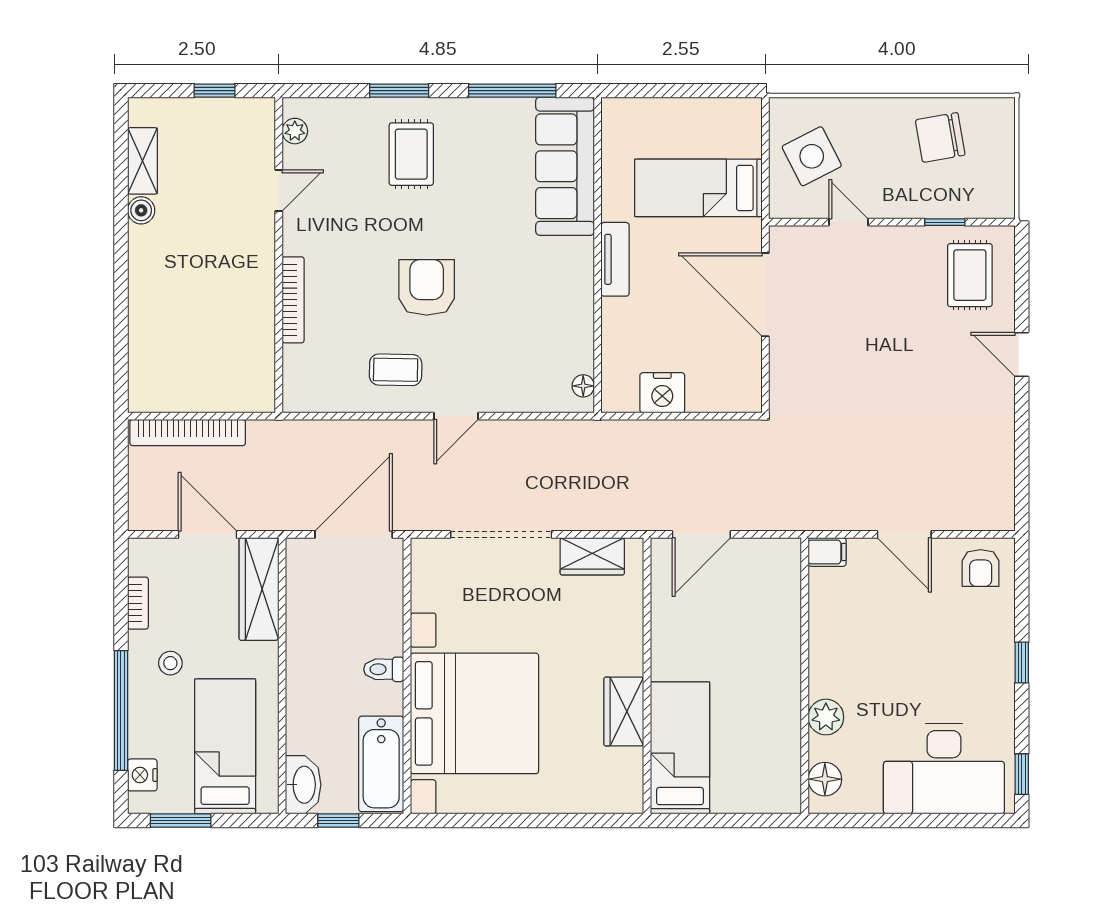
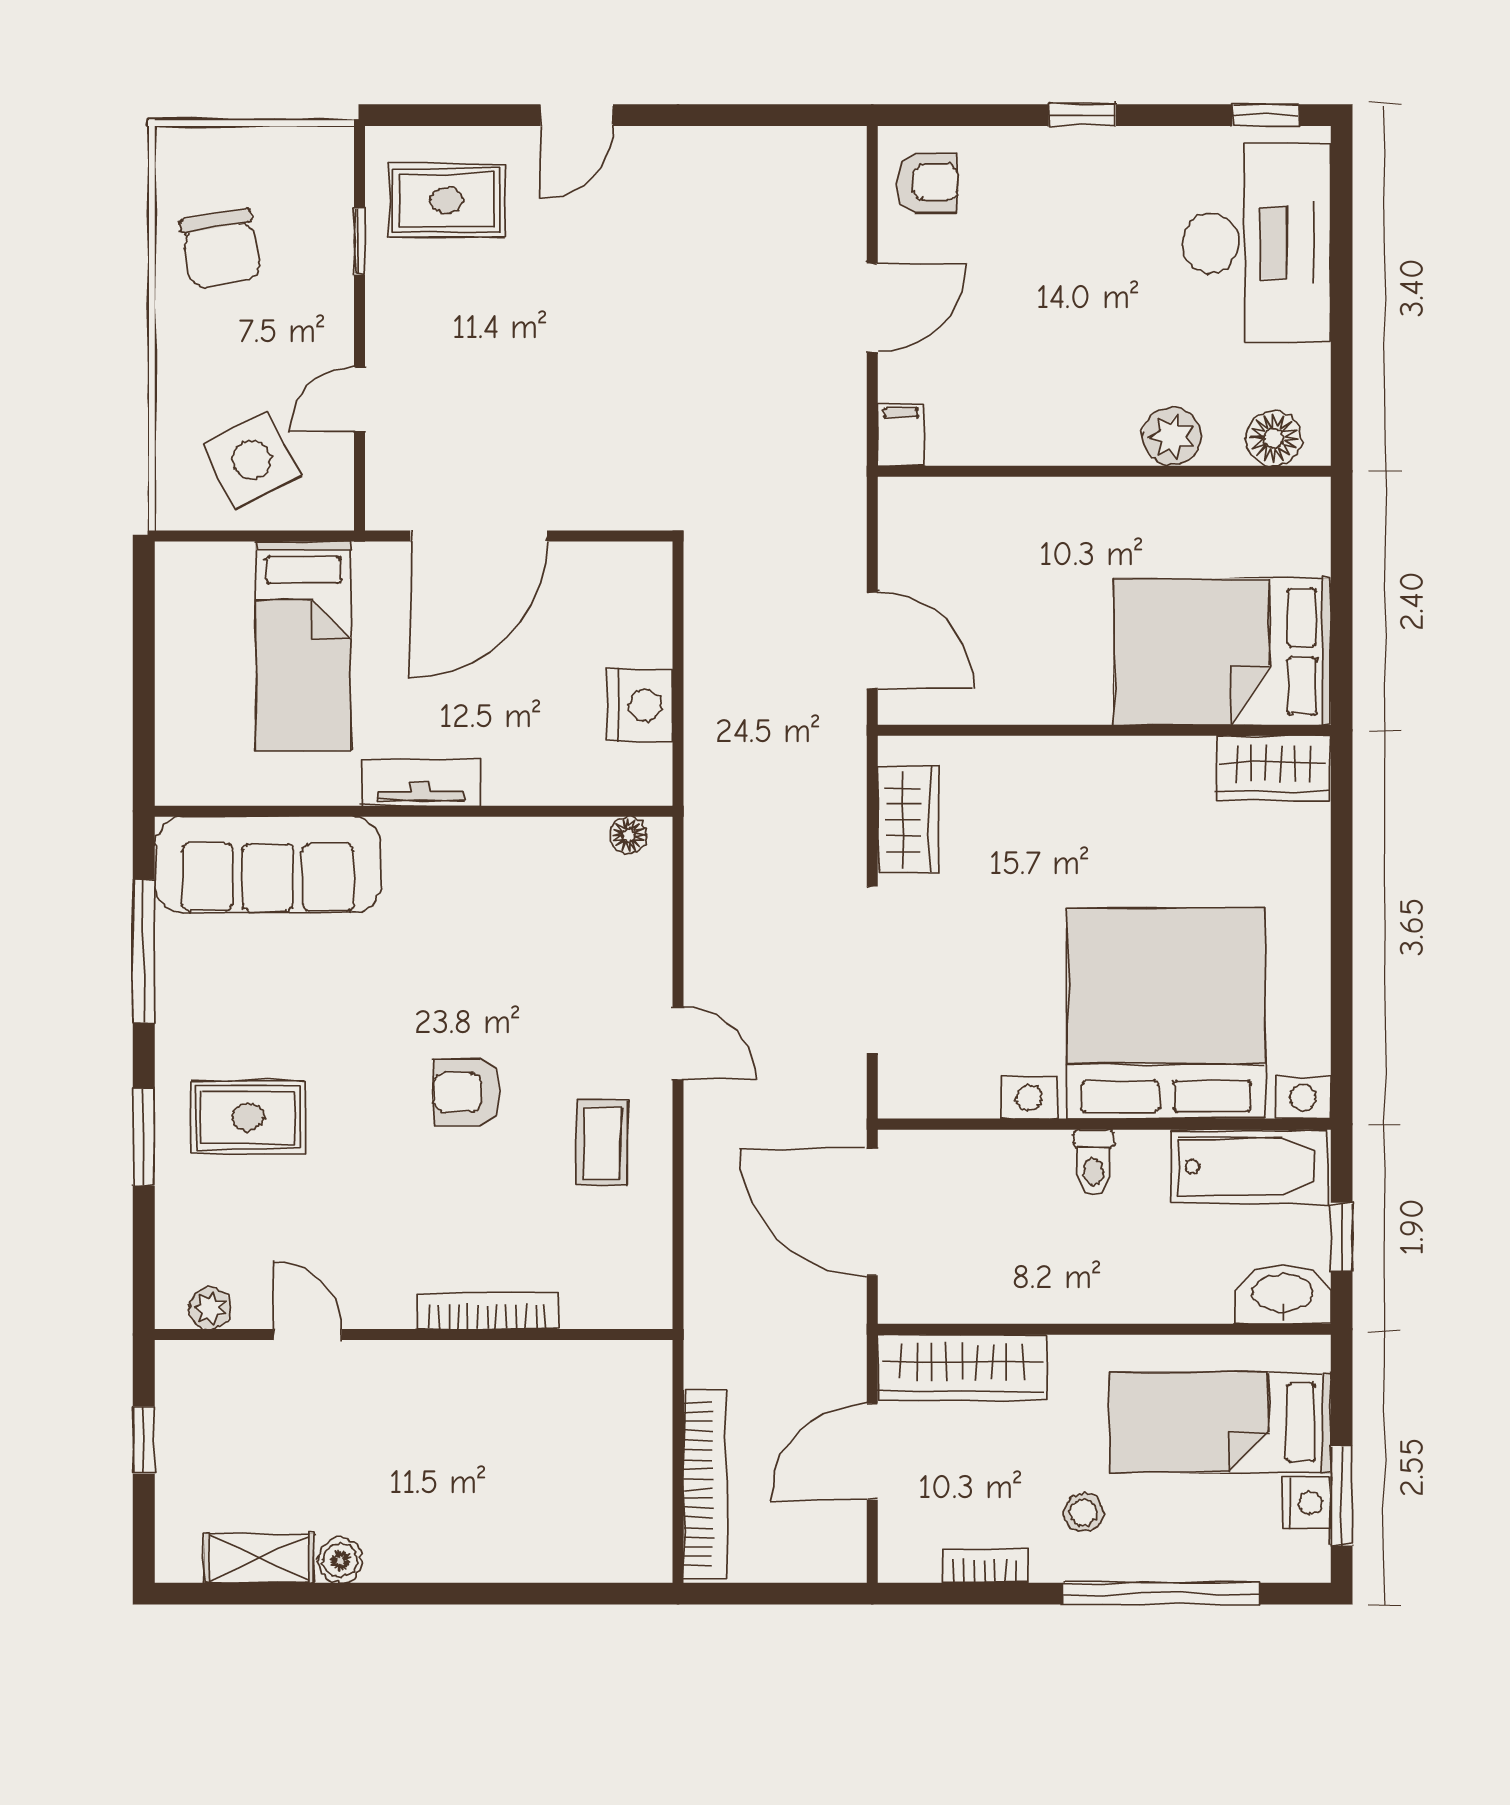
armchair: (427, 287) -> (467, 1092), width x0.72, depth x0.72
wardrobe: (624, 712) -> (1273, 768), moved
bed: (680, 748) -> (1223, 652), width x1.50
nightstand: (142, 775) -> (1307, 1503), moved, turned -90

